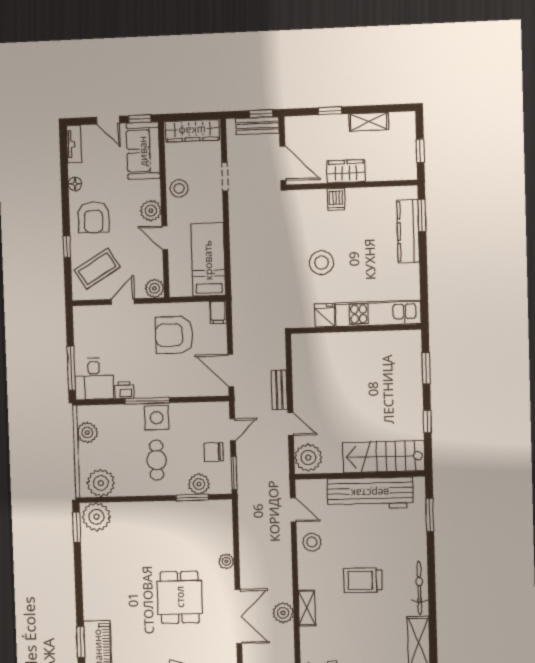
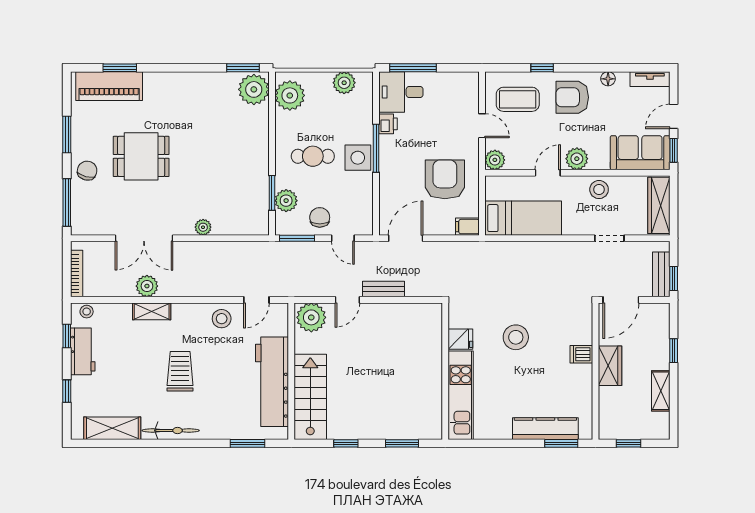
coffee table: (97, 269) -> (518, 99), turned -59
dining table: (180, 597) -> (141, 156), moved

